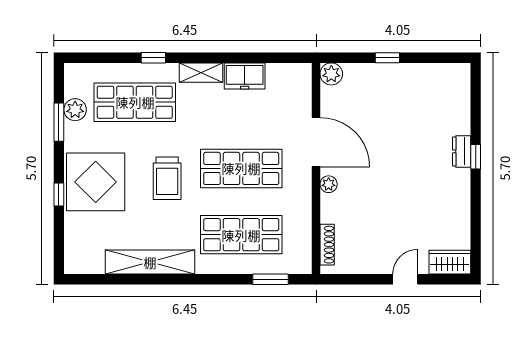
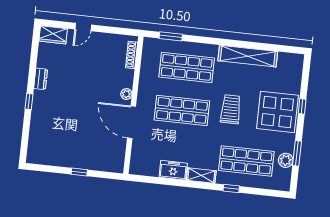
plant: (331, 74) -> (117, 165), removed
dresser: (462, 151) -> (41, 79), moved

